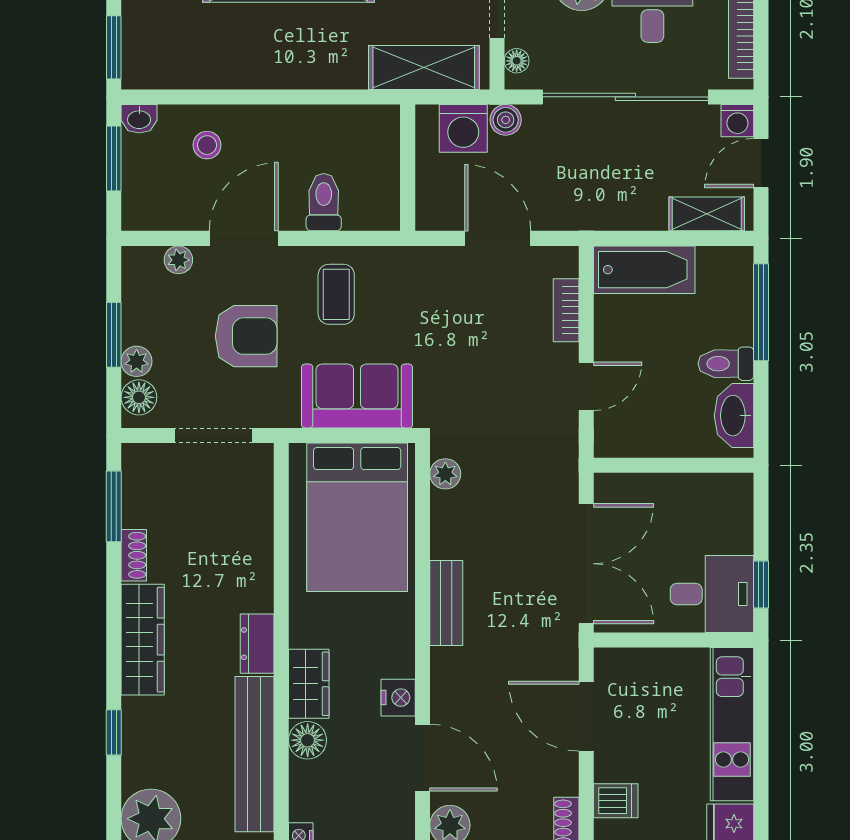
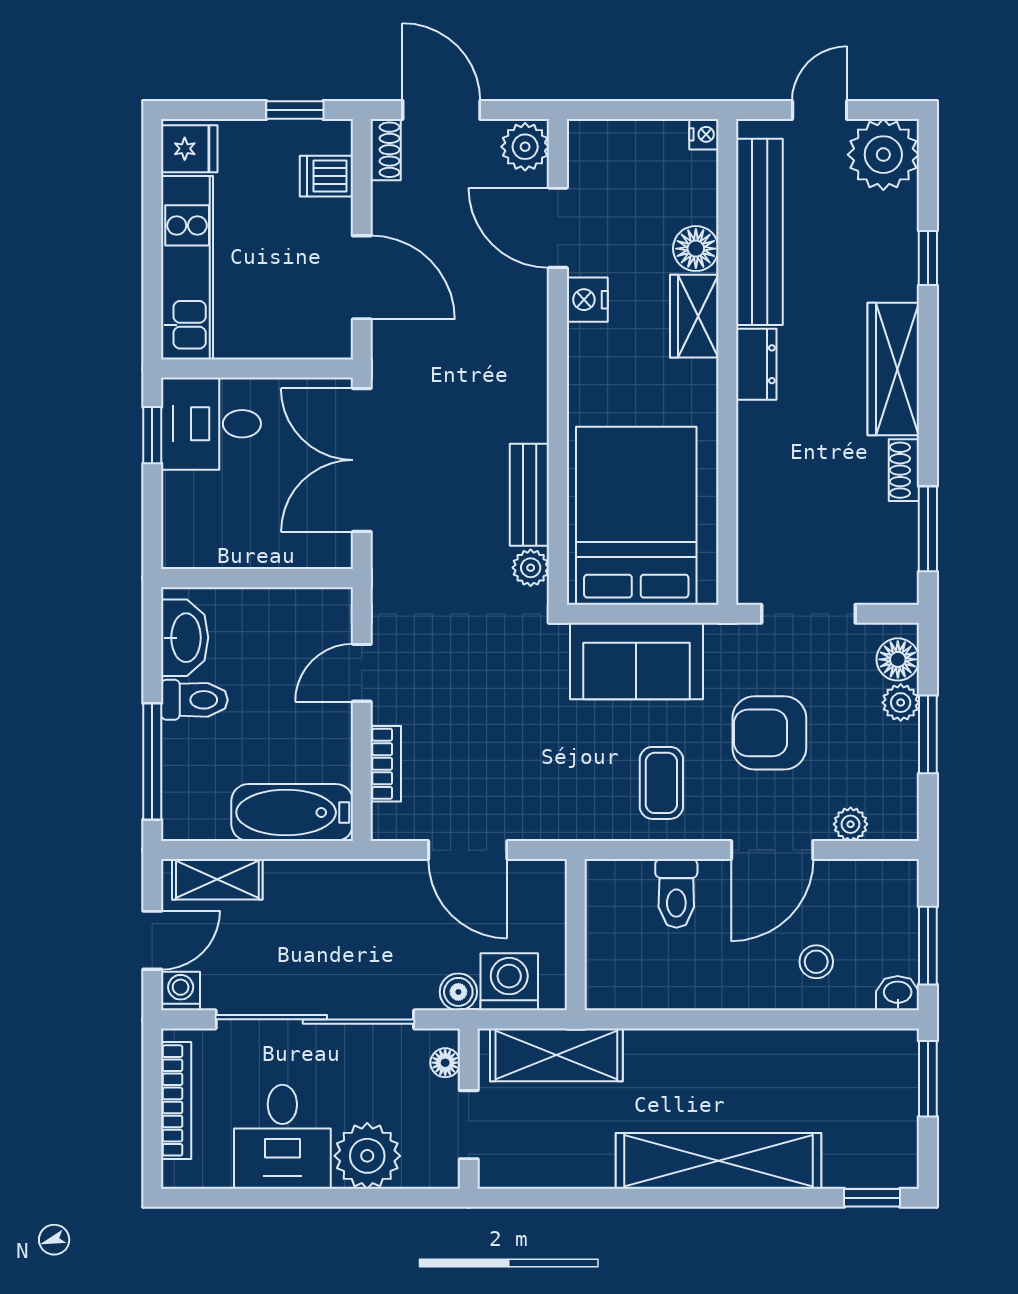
bench: (446, 603) -> (529, 495), moved

